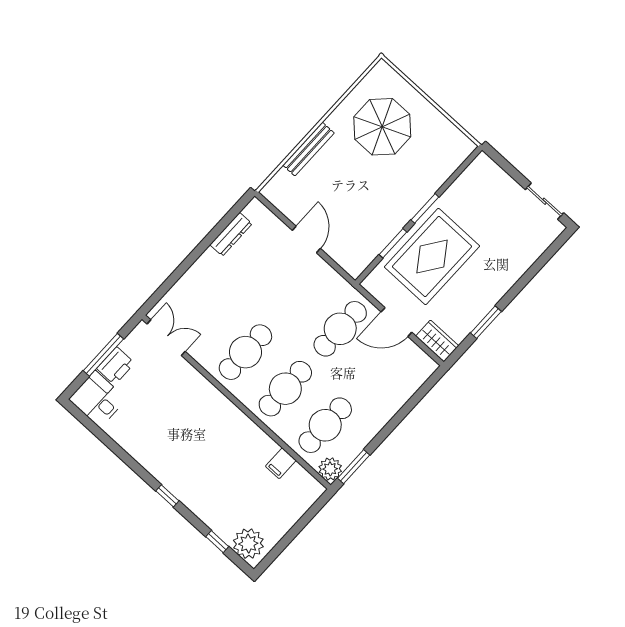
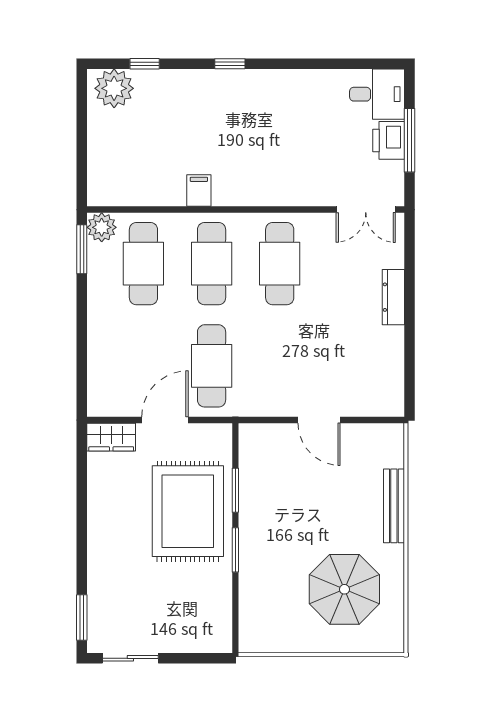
dresser: (231, 234) -> (393, 297), moved
window: (486, 322) -> (82, 618), moved
filing cabinet: (281, 463) -> (199, 190), moved

